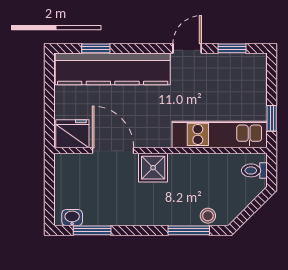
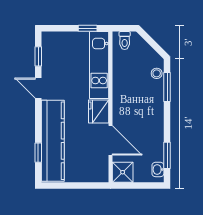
fridge: (72, 134) -> (99, 112), moved
door: (113, 151) -> (111, 140), swing flipped
shower: (153, 168) -> (123, 172), moved

